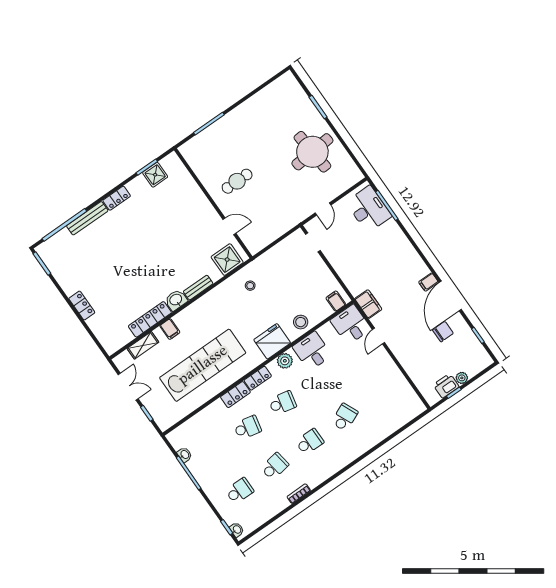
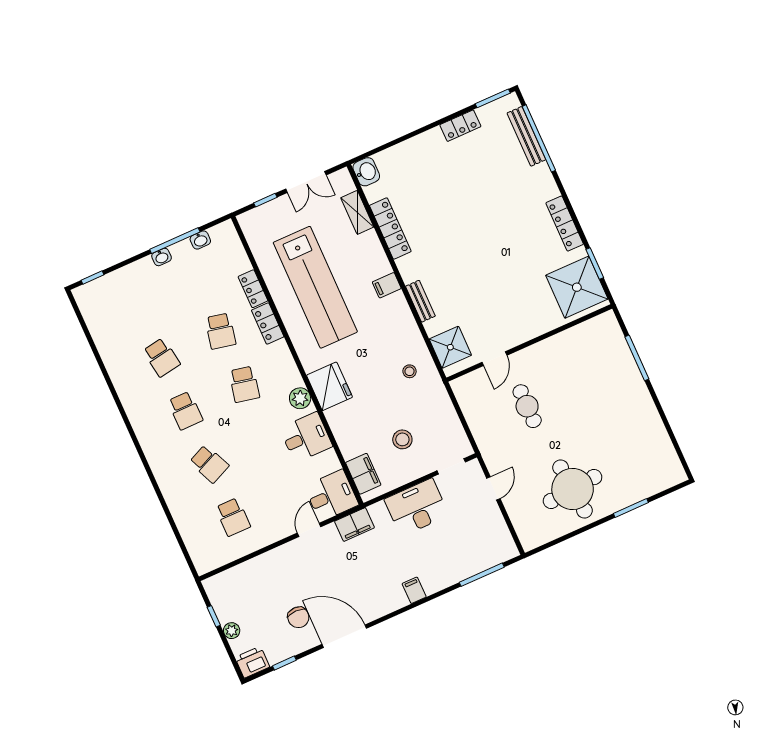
shower: (155, 175) -> (577, 287), width x1.86, depth x1.86
cafe table: (237, 181) -> (527, 406), moved
locker: (117, 198) -> (565, 224), width x1.53
door: (323, 209) -> (493, 488), swing flipped
desk: (369, 209) -> (417, 507), moved, turned 180
bench: (87, 218) -> (526, 136), moved
filing cabinet: (428, 282) -> (414, 590), moved
washbasin: (176, 300) -> (366, 172), moved
filing cabinet: (336, 301) -> (363, 474), width x2.00
locker: (82, 306) -> (460, 126), moved
stool: (301, 322) -> (402, 439), moved
filing cabinet: (170, 329) -> (387, 285), moved
door: (379, 336) -> (309, 530), hinge flipped
locker: (258, 378) -> (253, 289), moved
printer: (446, 386) -> (252, 662), moved, turned -90
school desk: (240, 491) -> (233, 517), moved
bookcase: (299, 494) -> (119, 383), removed
washbasin: (237, 530) -> (162, 257), moved

